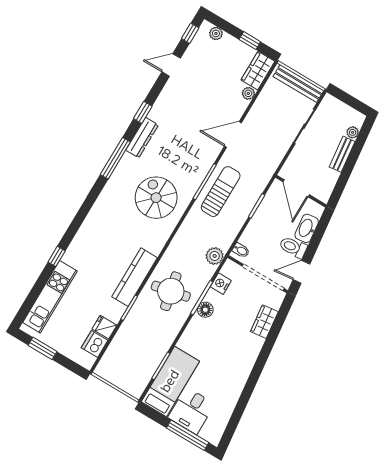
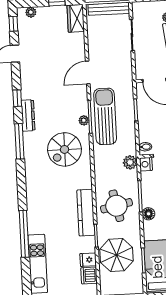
plant: (248, 93) -> (84, 120), moved
sun lounger: (221, 192) -> (105, 116), width x1.36, depth x1.34
spiral stairs: (156, 198) -> (65, 149), turned -90
window: (57, 256) -> (24, 234), width x3.17
nightstand: (221, 284) -> (146, 164), moved
floor lamp: (205, 310) -> (149, 214), moved
parasol: (137, 342) -> (117, 255), added

